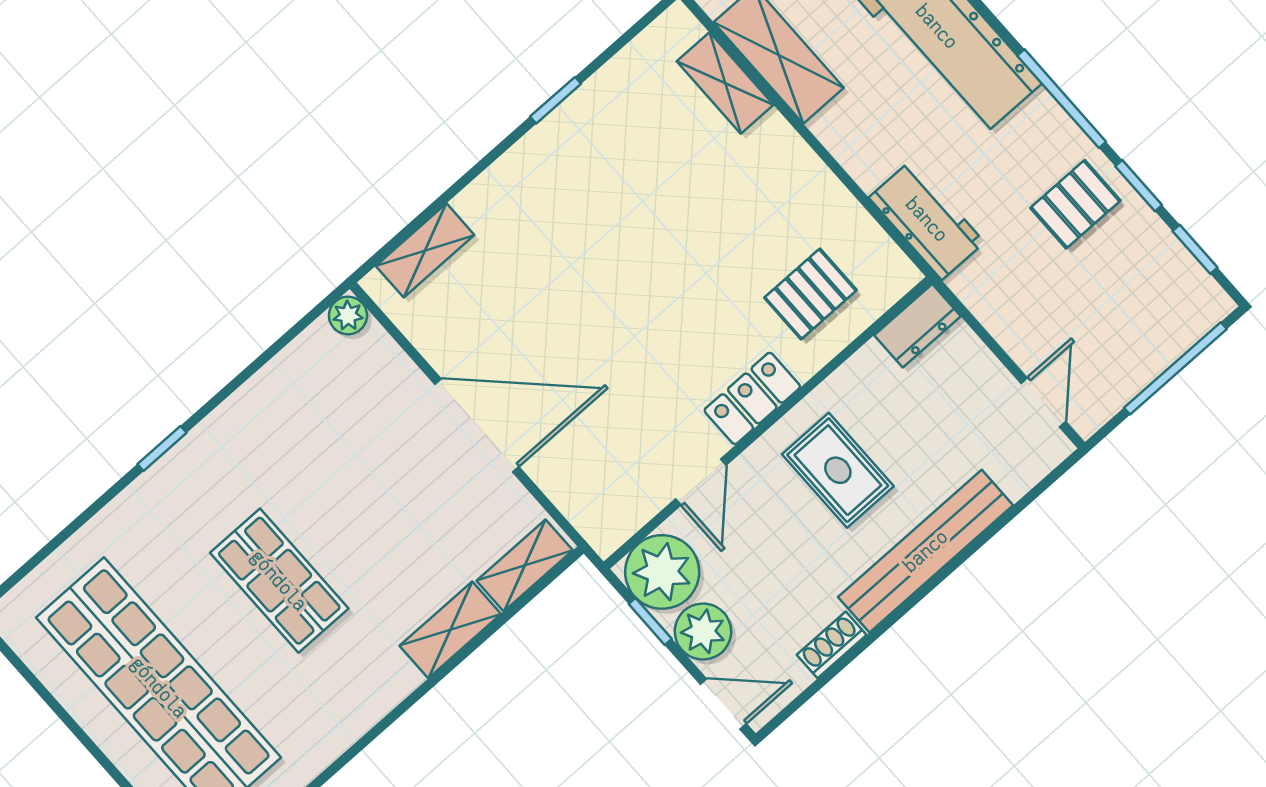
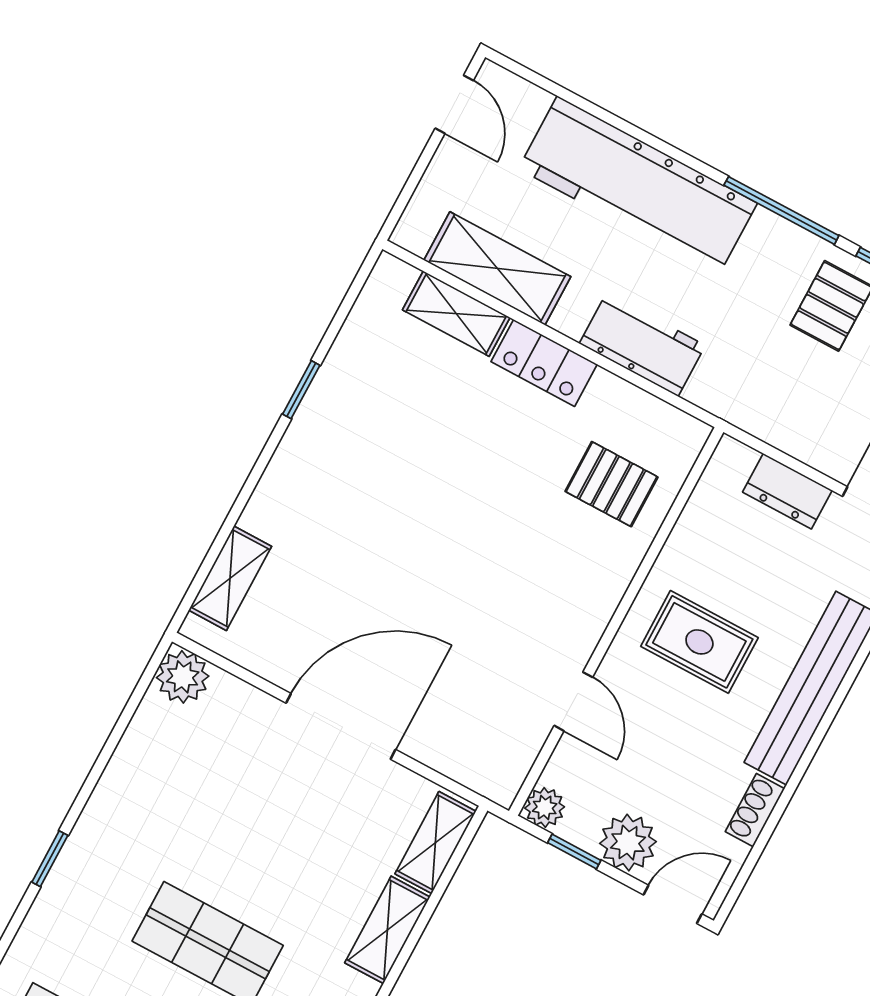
workbench: (927, 220) -> (642, 344), moved
pallet: (810, 294) -> (611, 484), turned 90
plant: (348, 315) -> (183, 677), width x1.38, depth x1.38
dresser: (918, 326) -> (787, 491), moved, turned 90
locker: (752, 398) -> (544, 363), moved, turned -90
plant: (662, 572) -> (545, 807), width x0.53, depth x0.53

